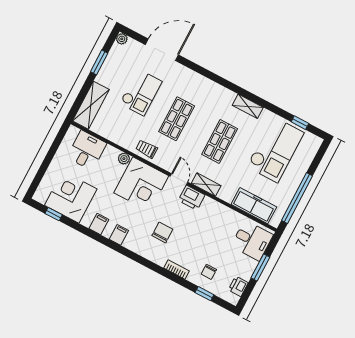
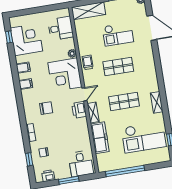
freezer: (254, 206) -> (100, 138), moved

